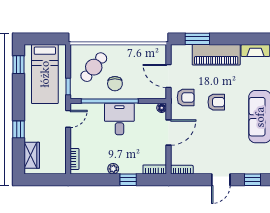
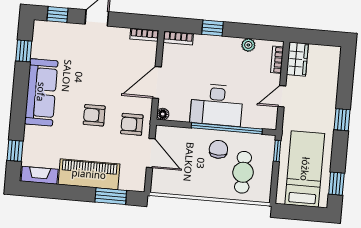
cafe table: (94, 67) -> (243, 172), turned -39
door: (68, 119) -> (282, 96), moved
desk: (119, 119) -> (217, 105), width x1.37
window: (19, 129) -> (342, 120), moved
wardrobe: (32, 155) -> (297, 59), moved, turned 180
plant: (113, 169) -> (248, 45), moved

